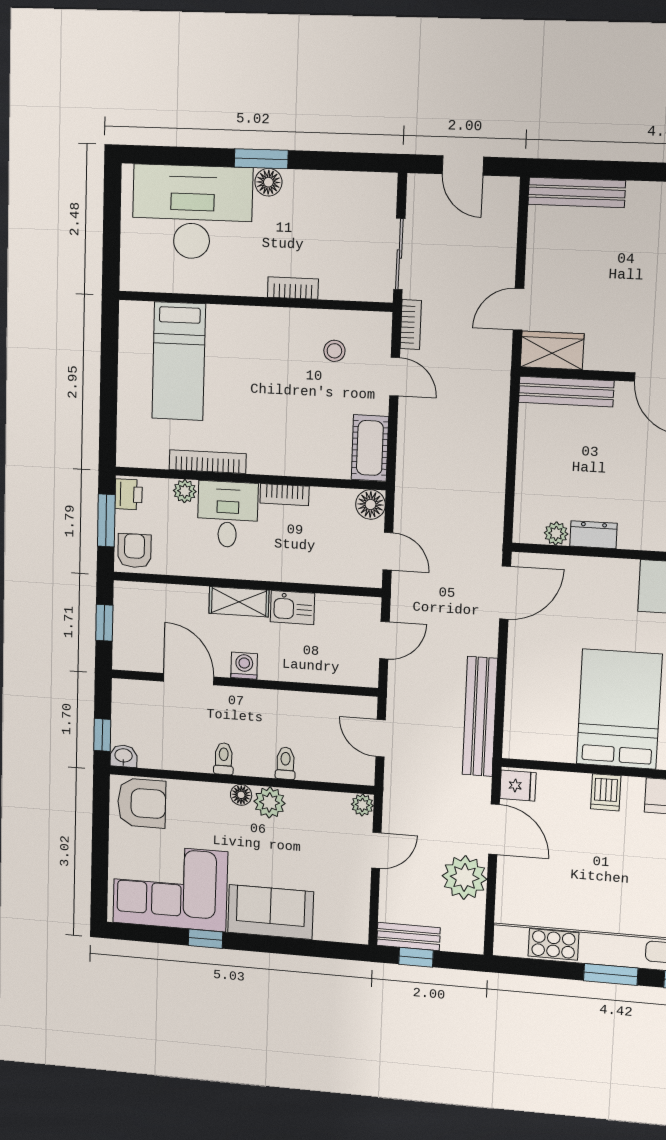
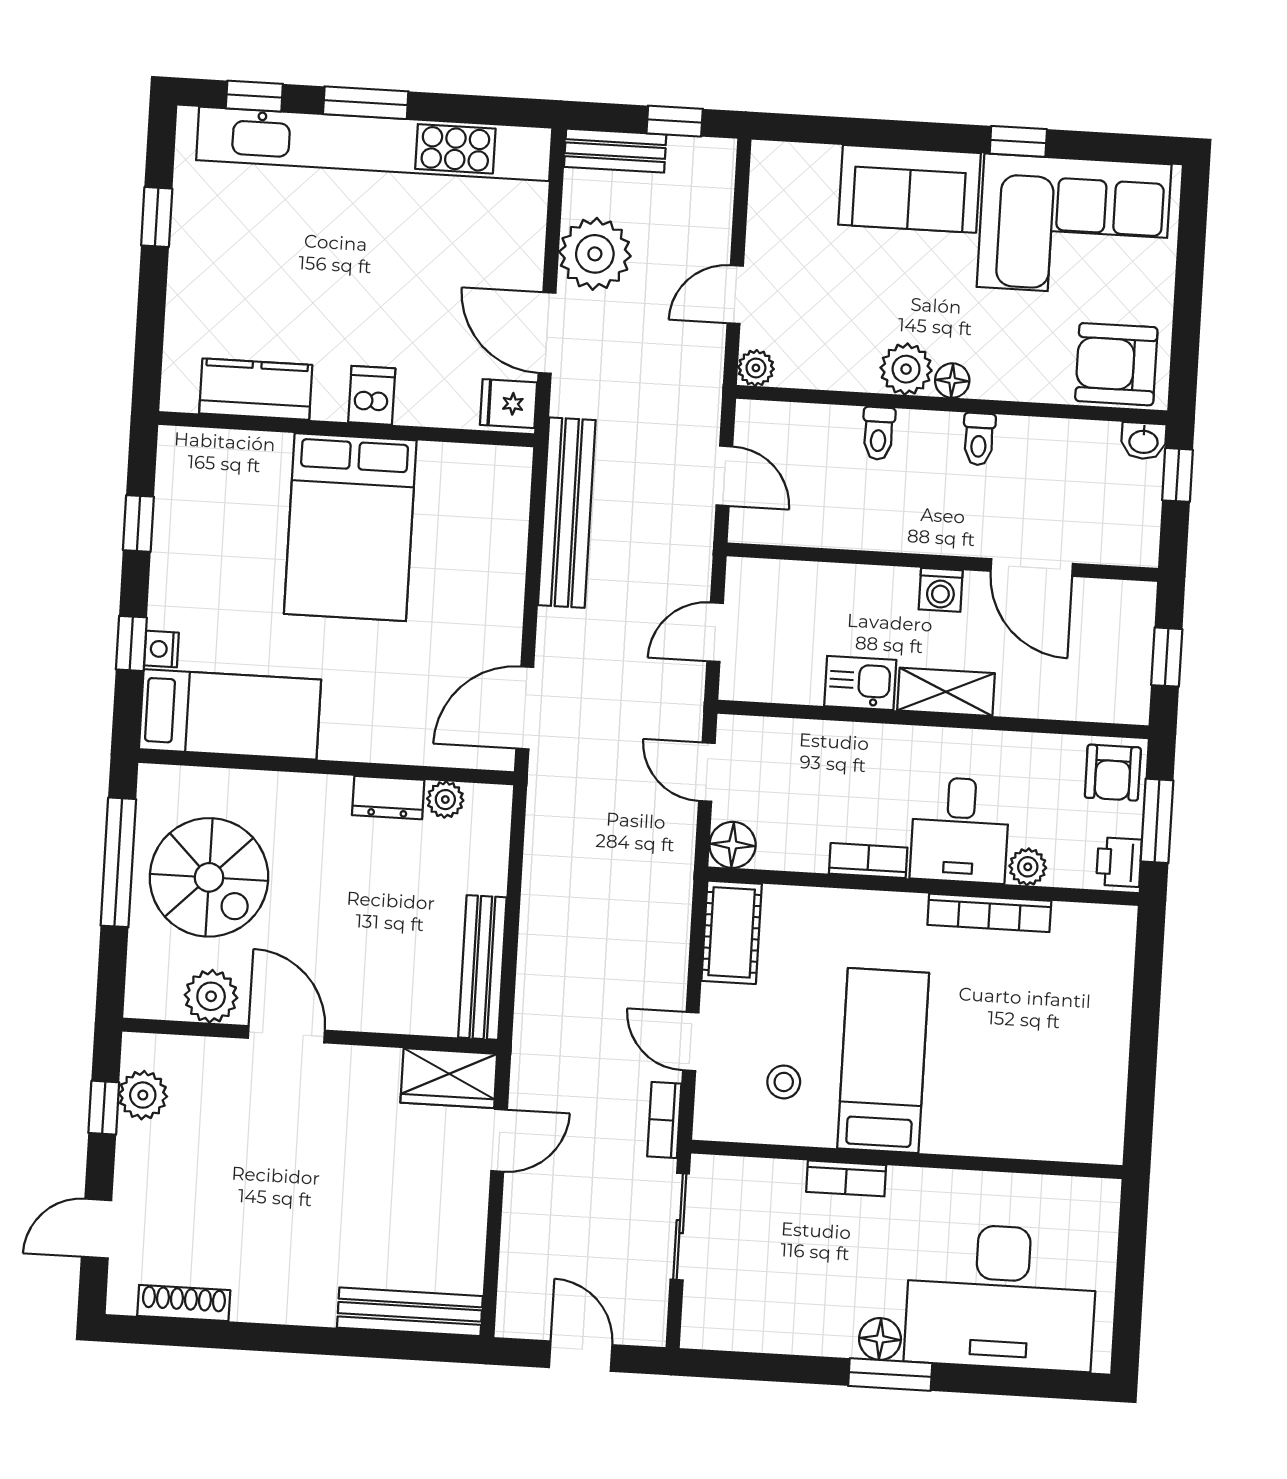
bed: (179, 361) -> (883, 1061), moved
bench: (566, 392) -> (482, 967), moved, turned 90
bench: (408, 937) -> (615, 151), moved

